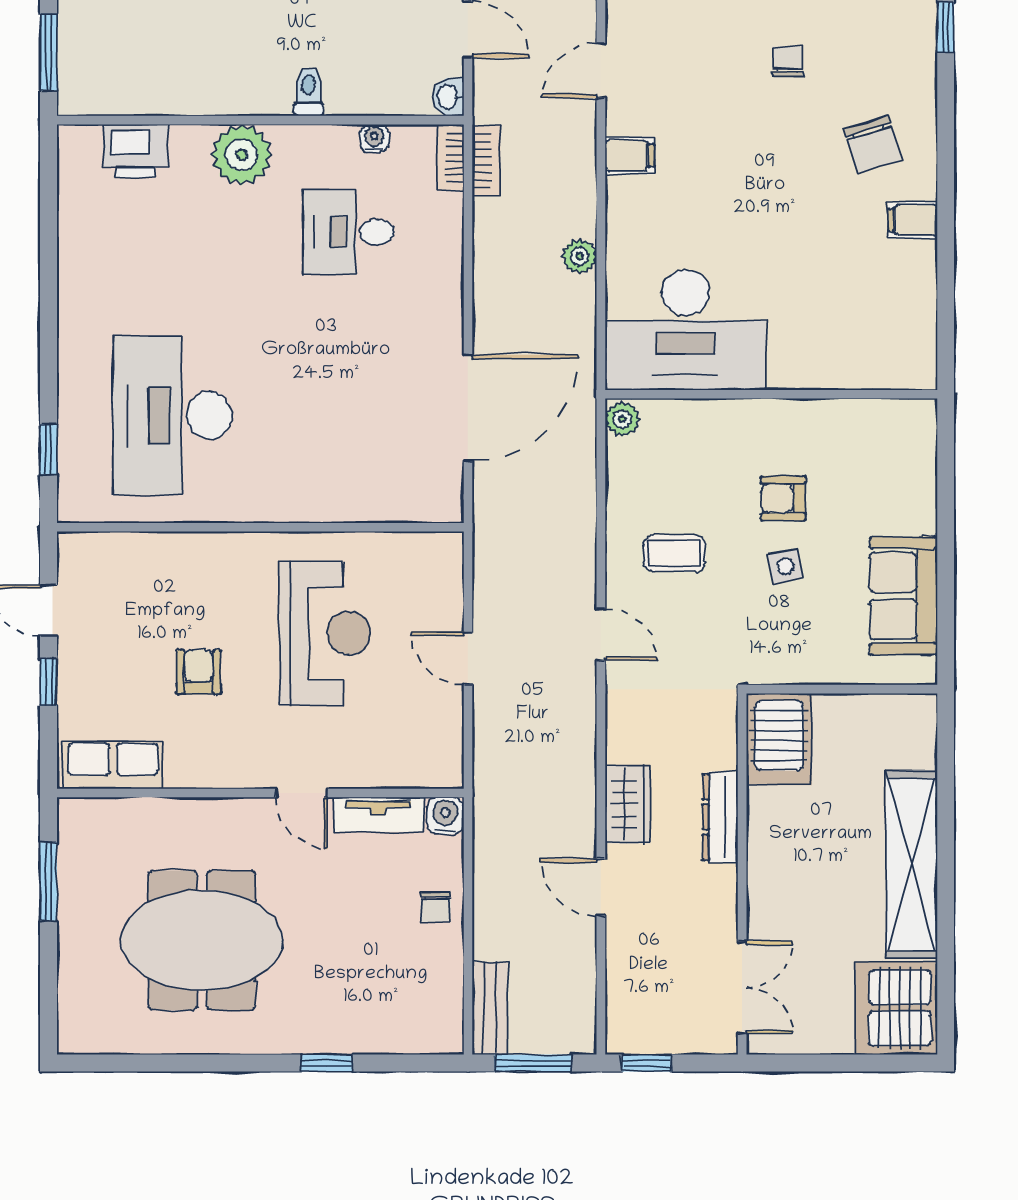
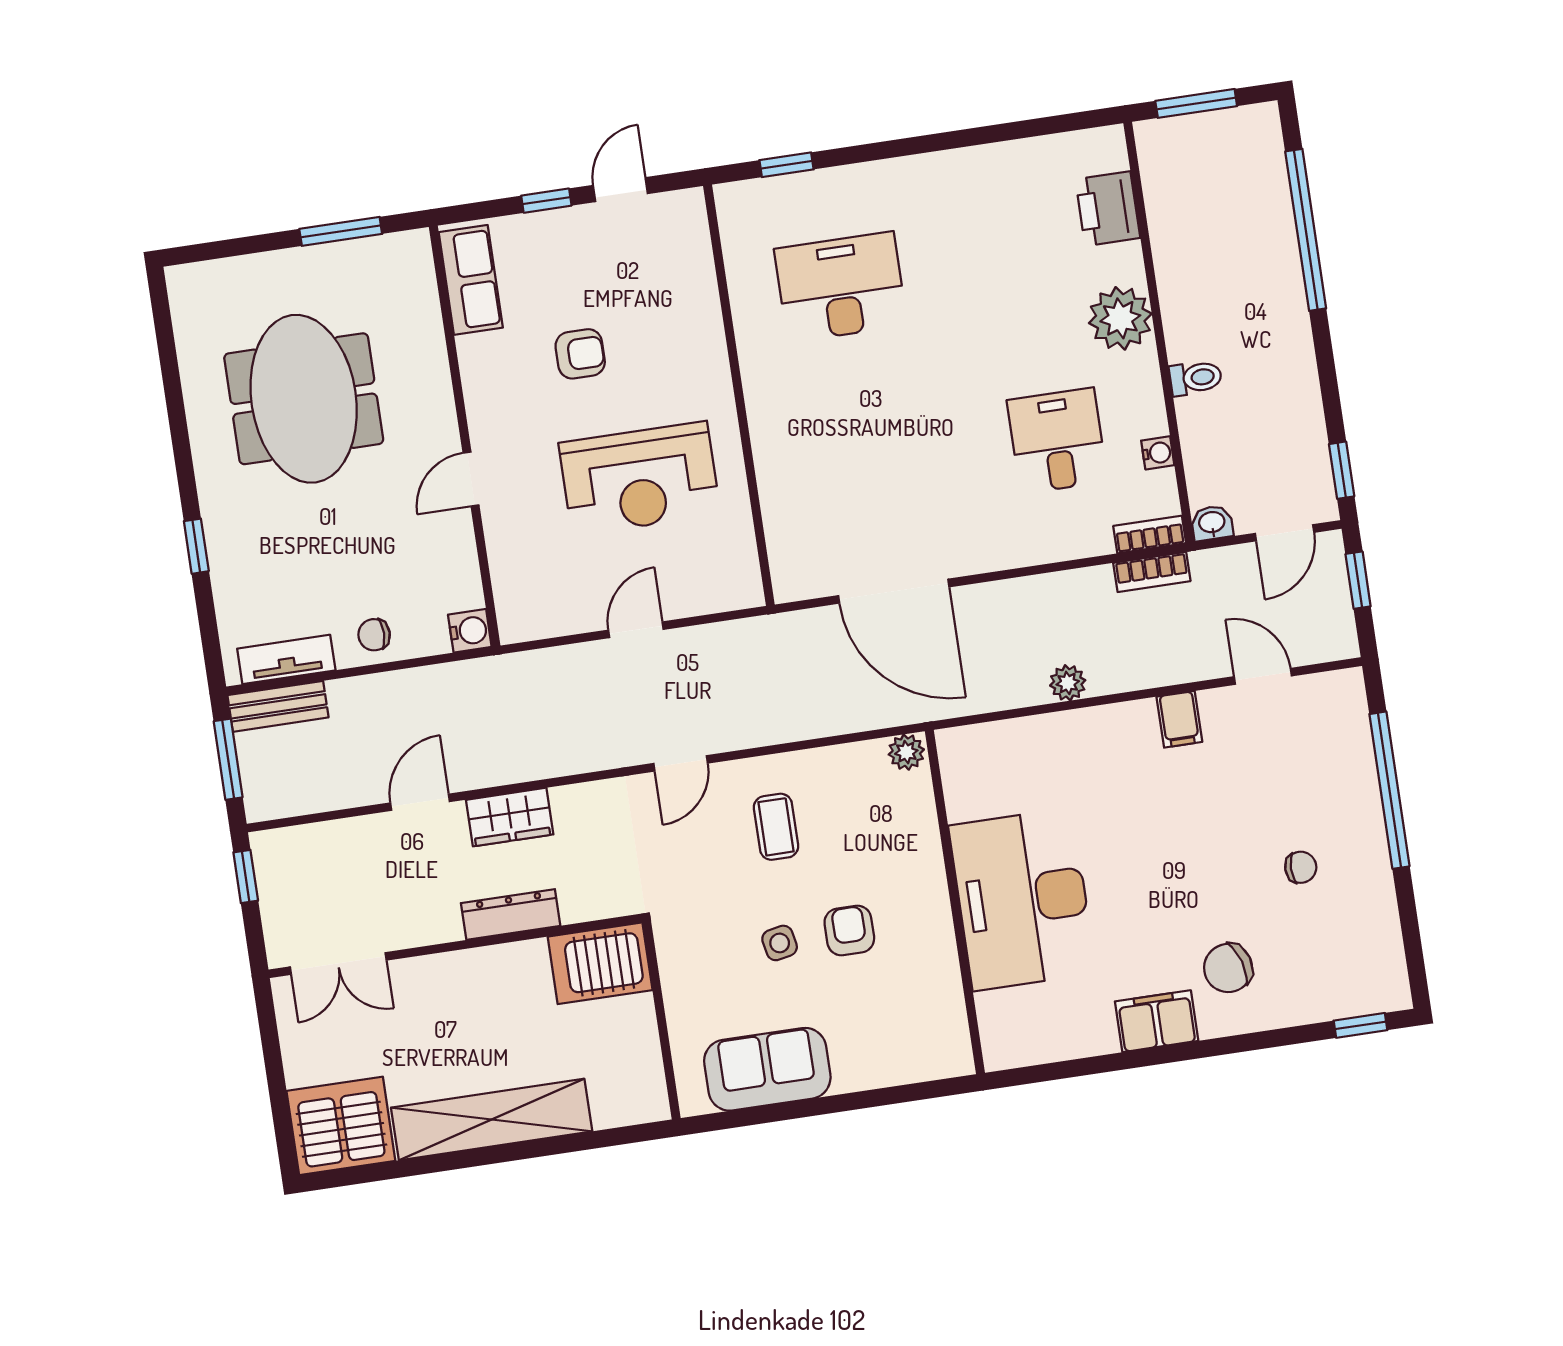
filing cabinet: (913, 220) -> (1157, 1021), width x2.00
desk: (685, 330) -> (1022, 899), moved
desk: (172, 415) -> (841, 287), width x0.73, depth x0.77
tv unit: (378, 814) -> (286, 659), moved, turned 90

